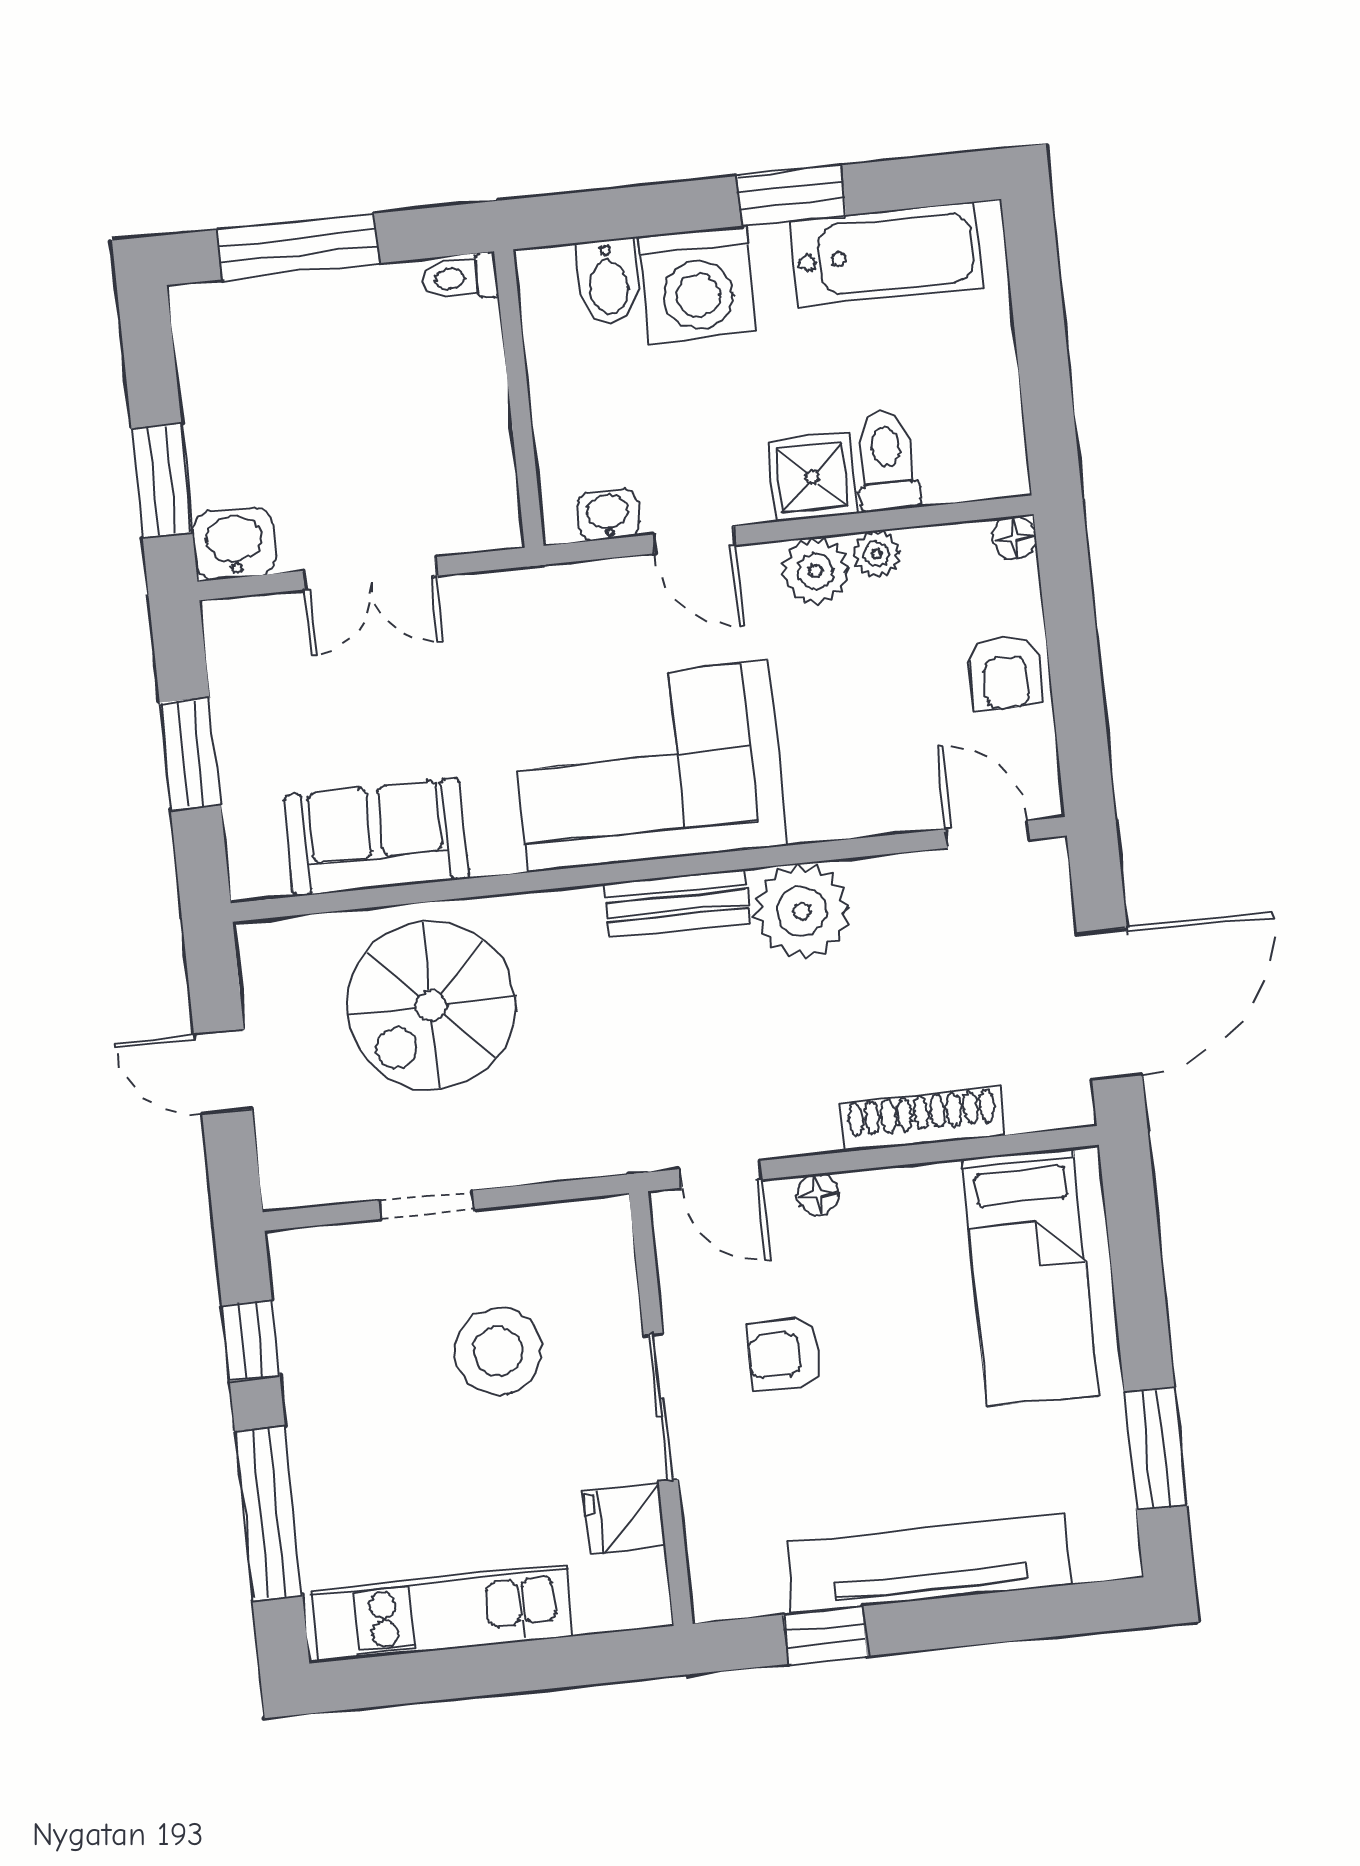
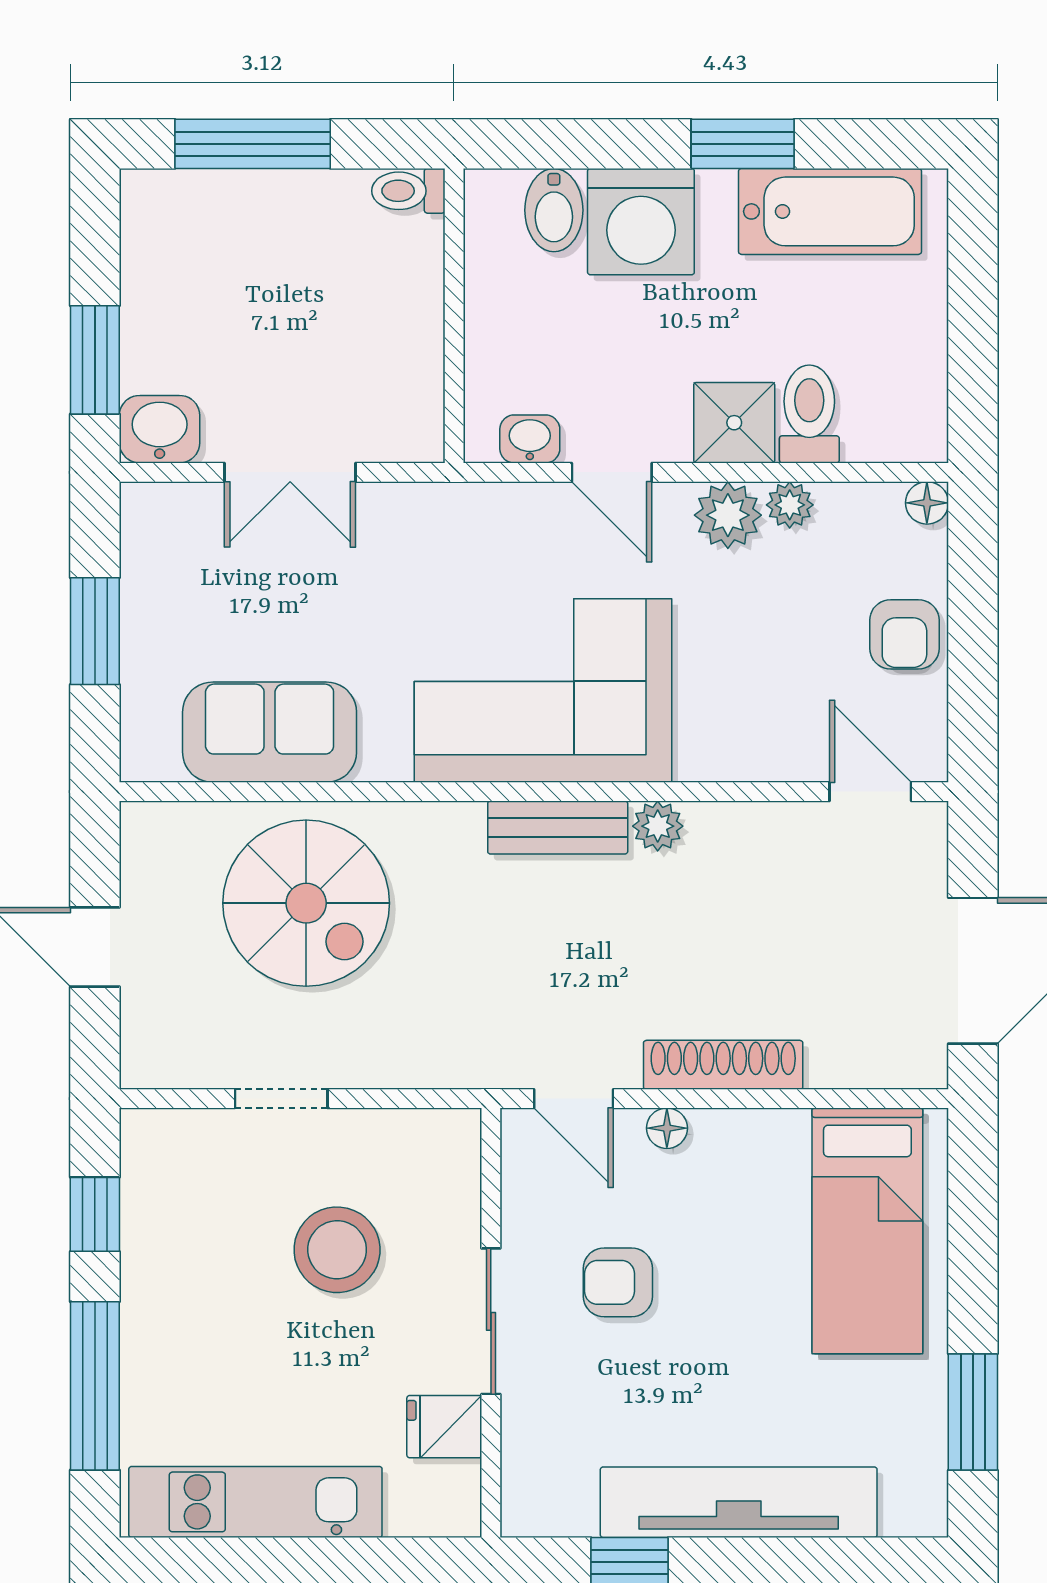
plant: (802, 911) -> (658, 826), width x0.53, depth x0.53
spiral stairs: (431, 1005) -> (306, 903), turned -90
shoe rack: (922, 1119) -> (723, 1065), moved

